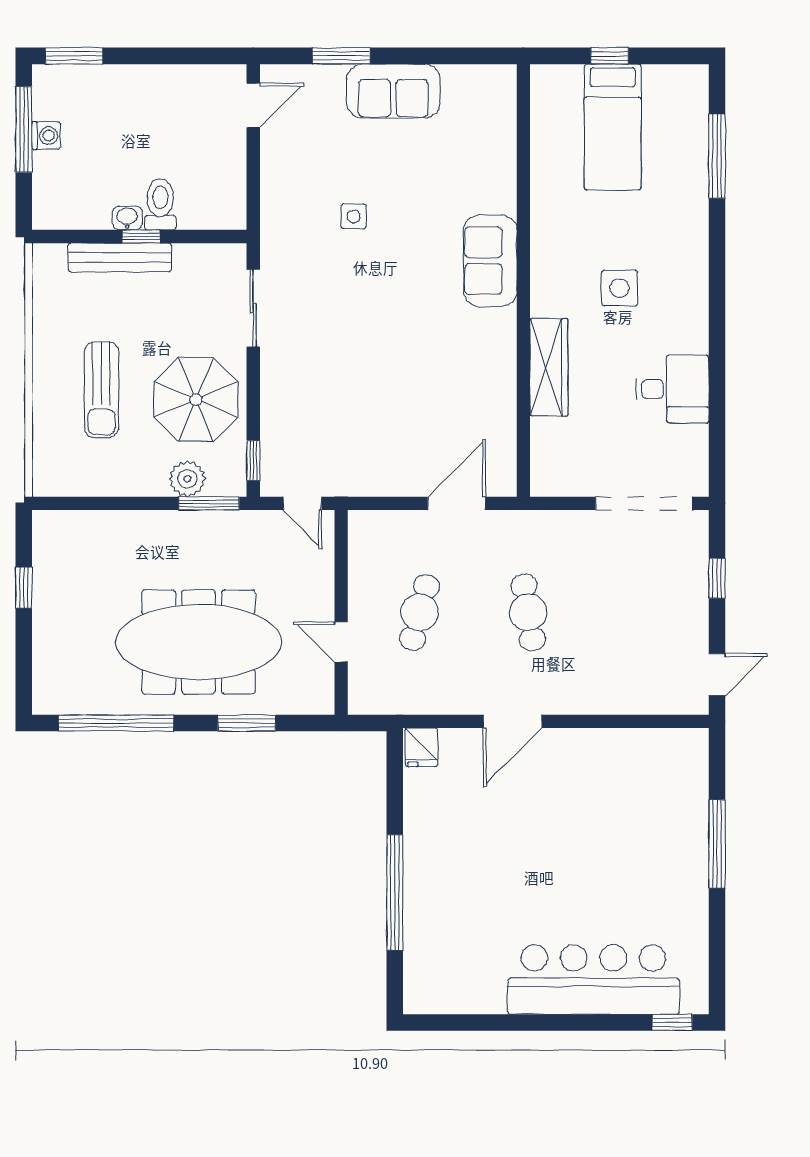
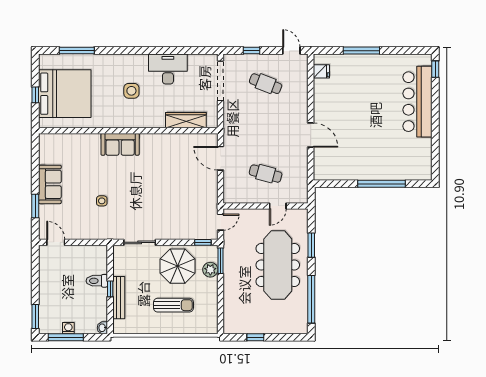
bed: (613, 127) -> (65, 94), width x2.04
washbasin: (127, 218) -> (102, 328), moved
wardrobe: (549, 367) -> (186, 120), moved
desk: (672, 389) -> (168, 69), width x1.37
cafe table: (528, 612) -> (266, 84), moved, turned 30
fridge: (421, 747) -> (321, 71), moved

